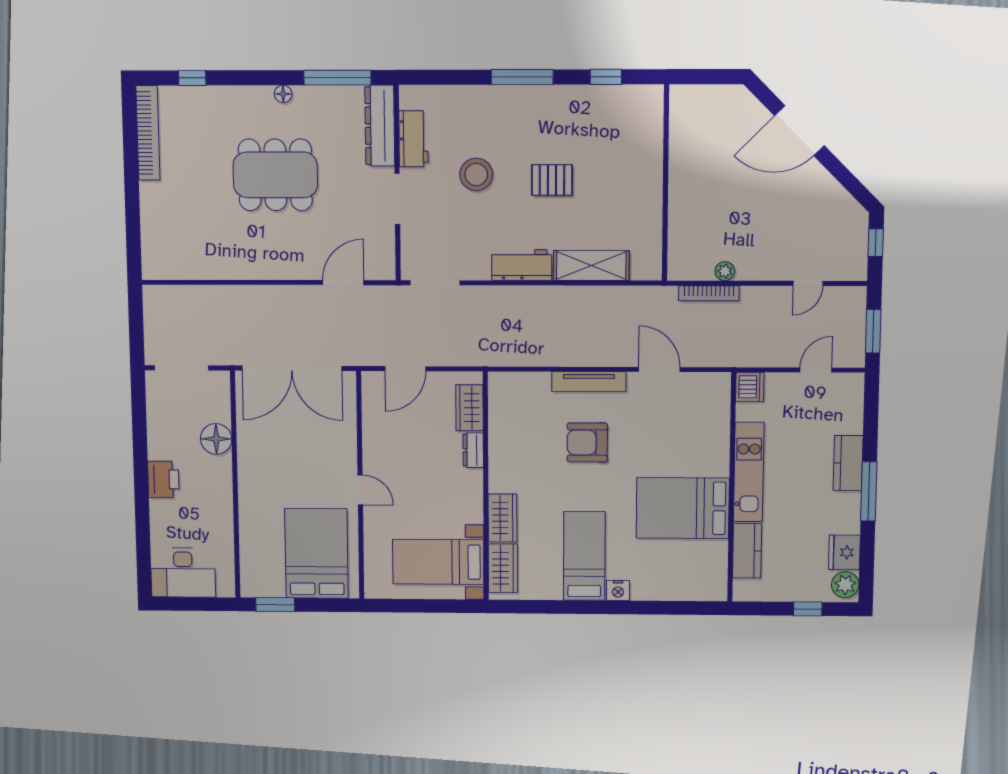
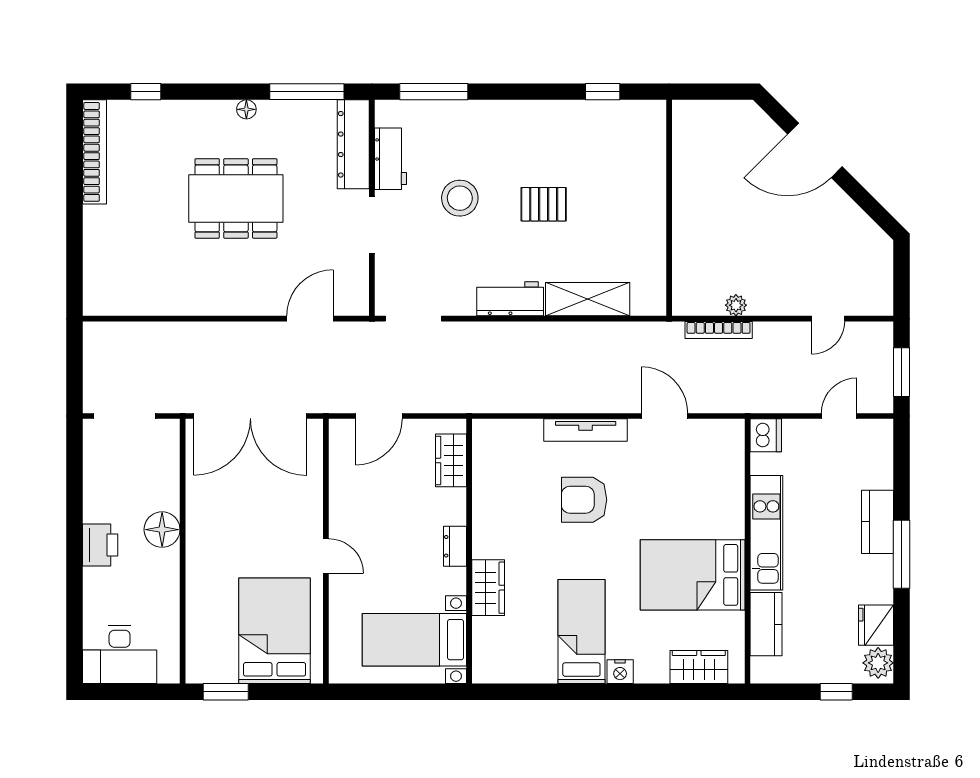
window: (522, 77) -> (434, 92), moved
window: (876, 243) -> (902, 273), removed
floor lamp: (216, 439) -> (162, 530), moved
dresser: (473, 450) -> (455, 546), moved
wardrobe: (503, 568) -> (699, 667), moved, turned -90

